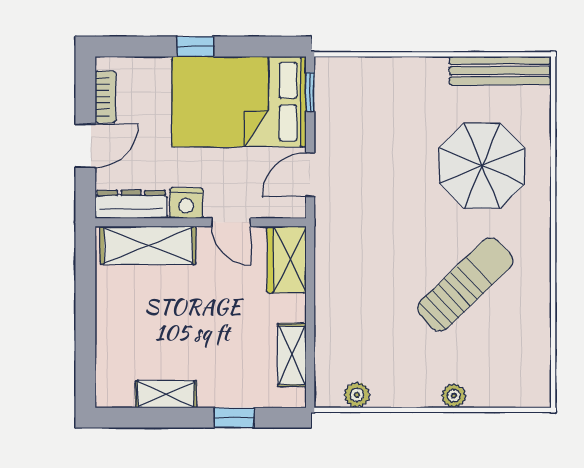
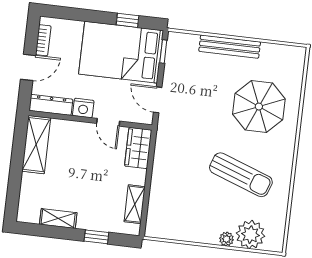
window: (196, 47) -> (128, 20), moved
bench: (500, 71) -> (230, 47), moved
door: (310, 175) -> (158, 100), hinge flipped
shelving: (148, 245) -> (36, 145), moved, turned 90
sun lounger: (465, 284) -> (241, 175), turned 64
plant: (357, 395) -> (250, 235), moved, width x1.87, depth x1.87

